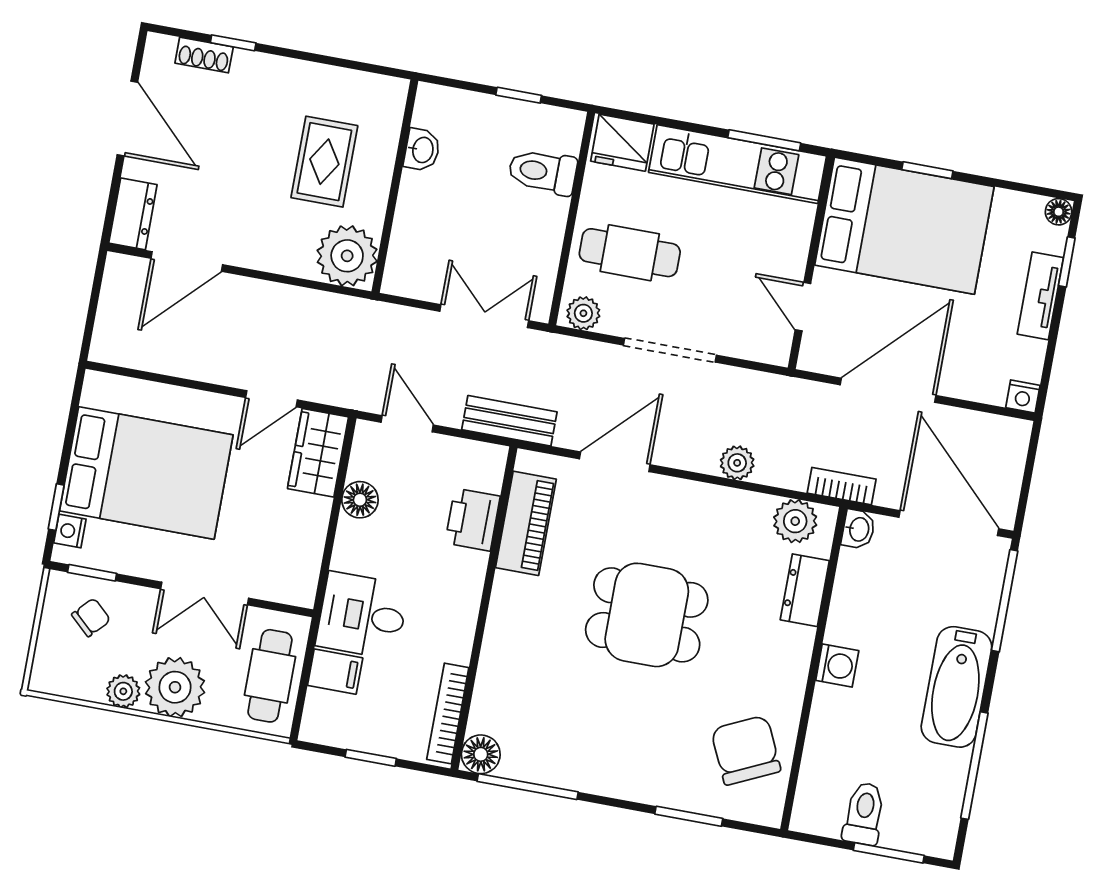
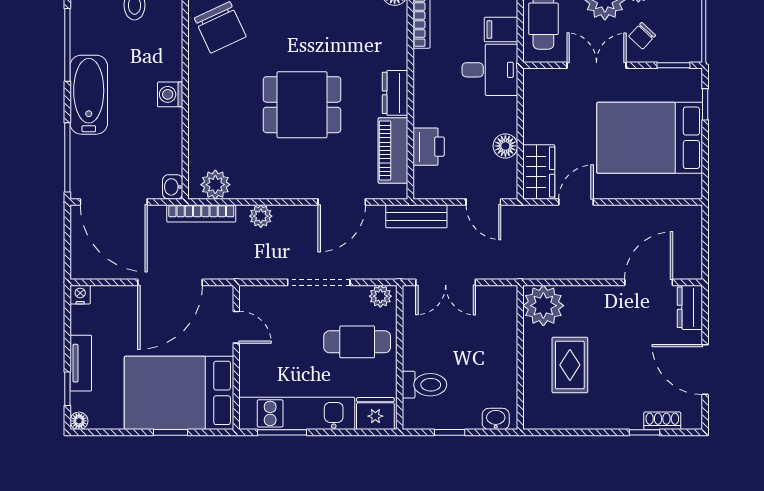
washbasin: (422, 150) -> (496, 419), moved, turned 90
bookcase: (842, 486) -> (201, 213), width x1.56
nightstand: (70, 531) -> (693, 90), removed
dresser: (805, 590) -> (395, 93), moved, turned 180
chair: (91, 617) -> (642, 36), moved

